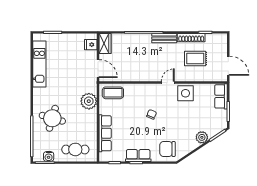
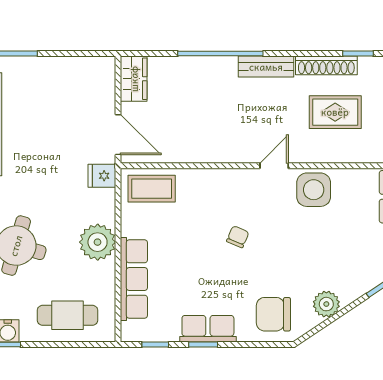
fridge: (91, 45) -> (102, 176), moved
plant: (89, 101) -> (98, 242), moved
plant: (202, 137) -> (326, 304), moved

